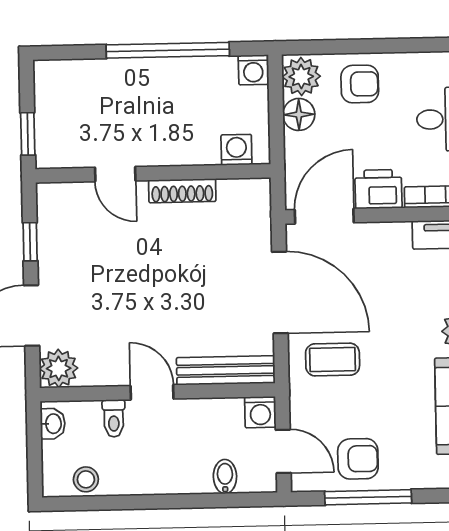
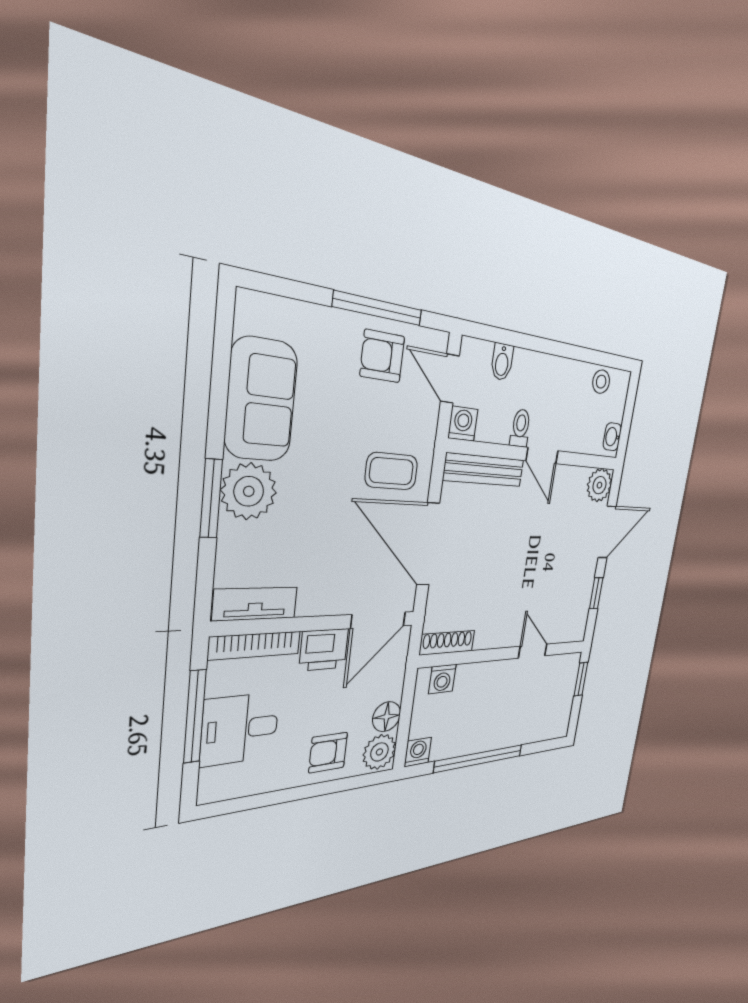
shoe rack: (182, 191) -> (447, 643), moved
toilet: (114, 418) -> (520, 428), moved

